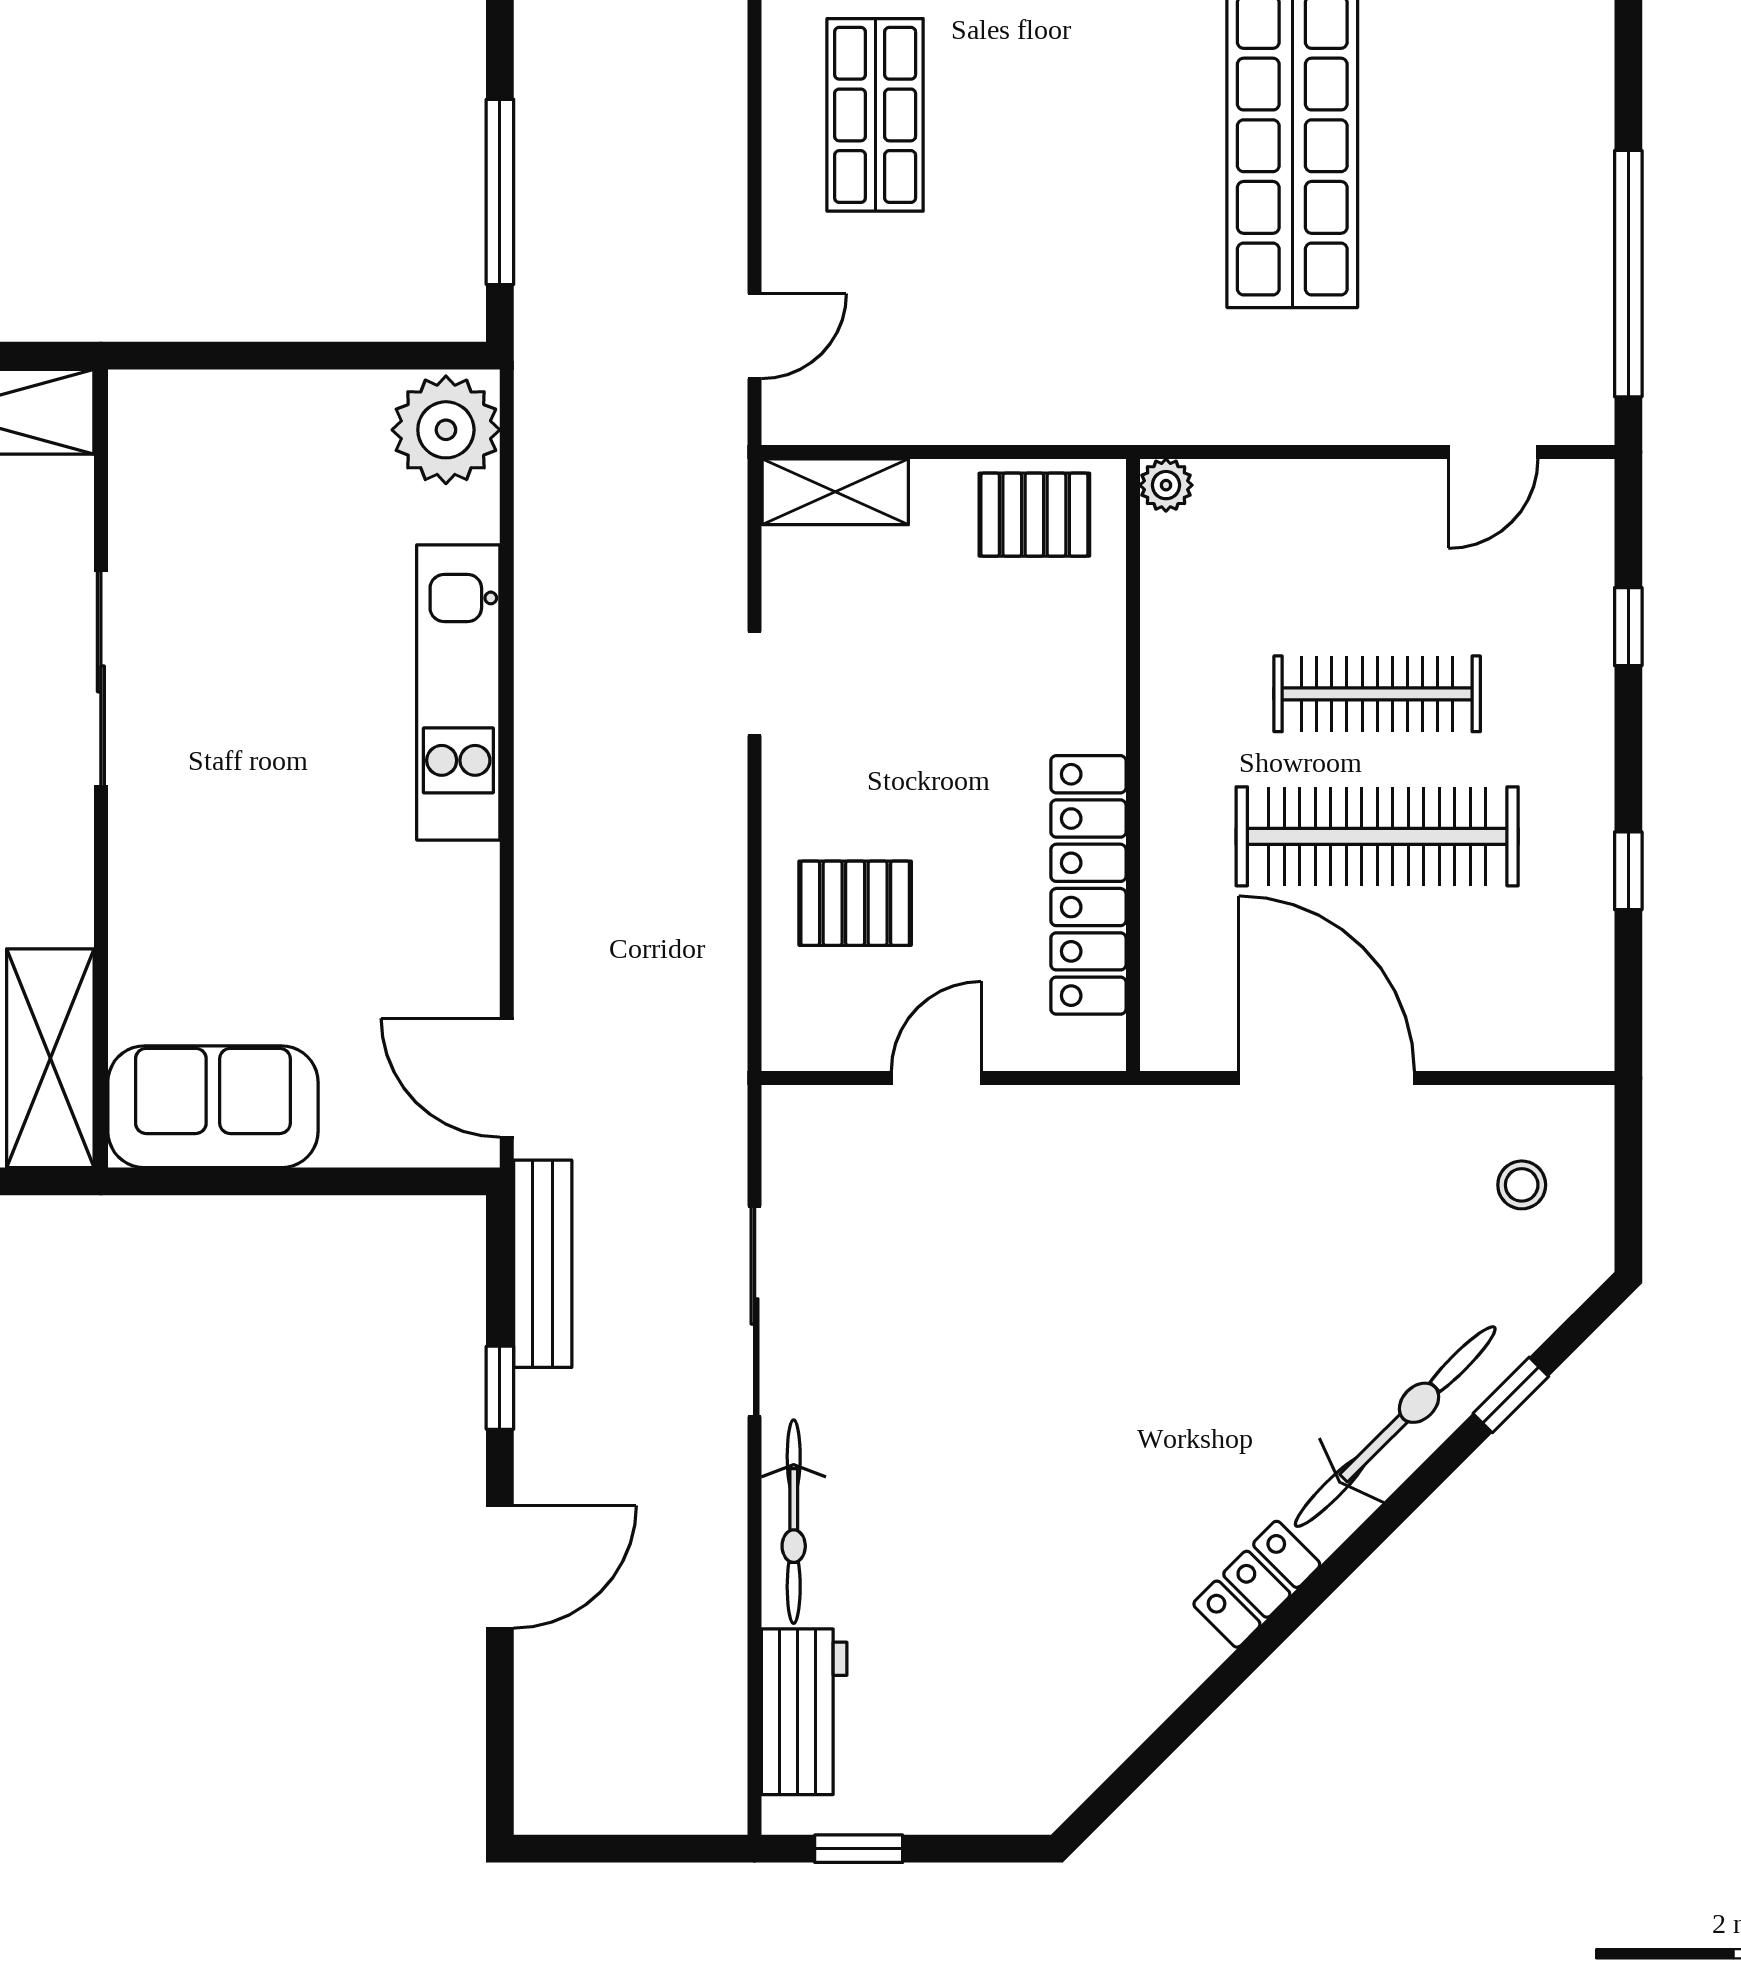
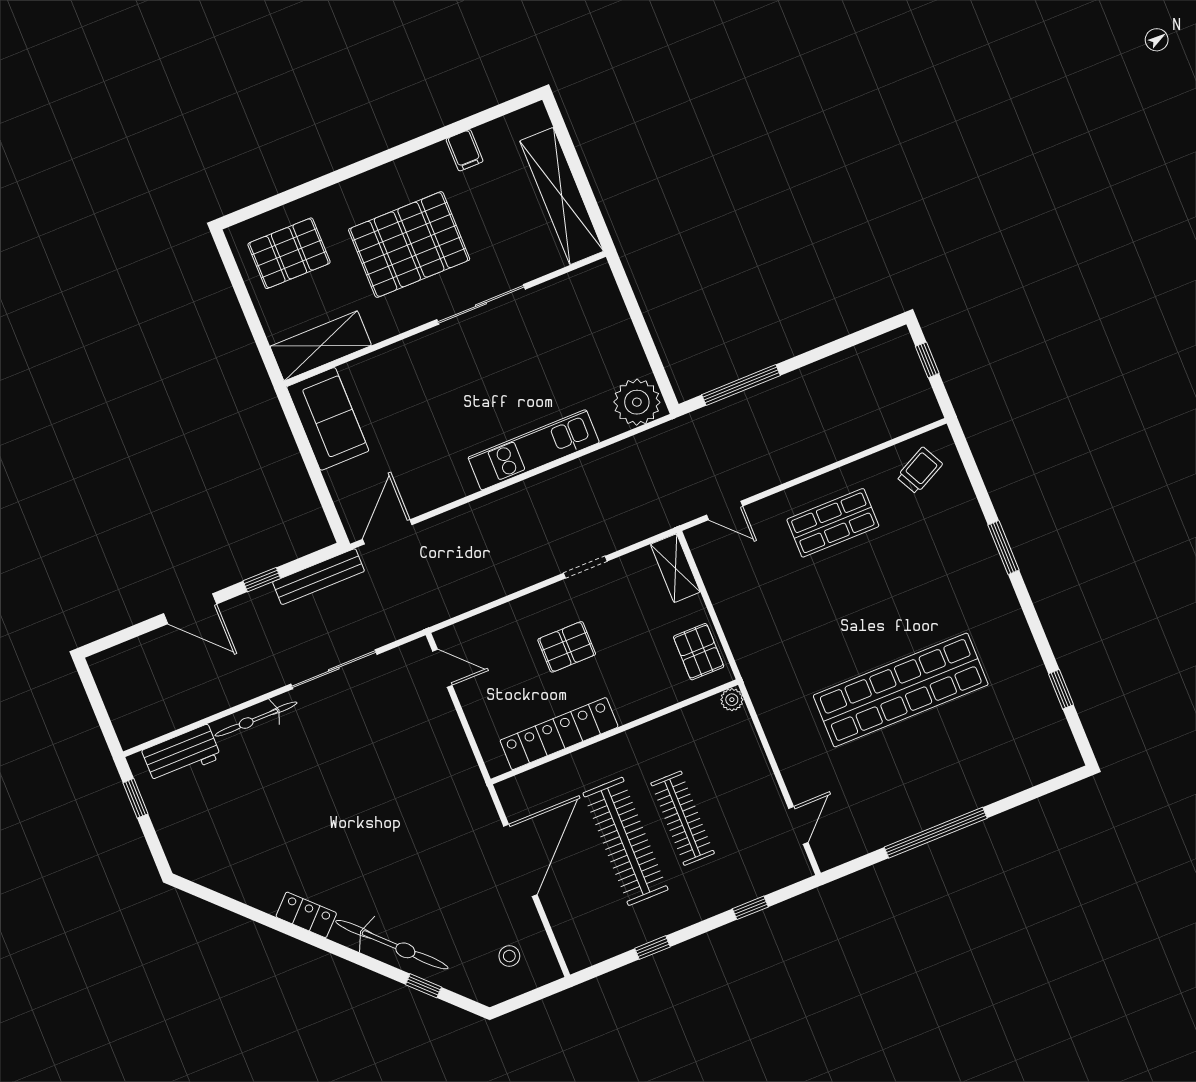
window: (1628, 274) -> (936, 833), moved
door: (1493, 452) -> (798, 825), swing flipped
pallet: (855, 903) -> (567, 647), moved, turned 90
door: (936, 1078) -> (442, 668), moved

